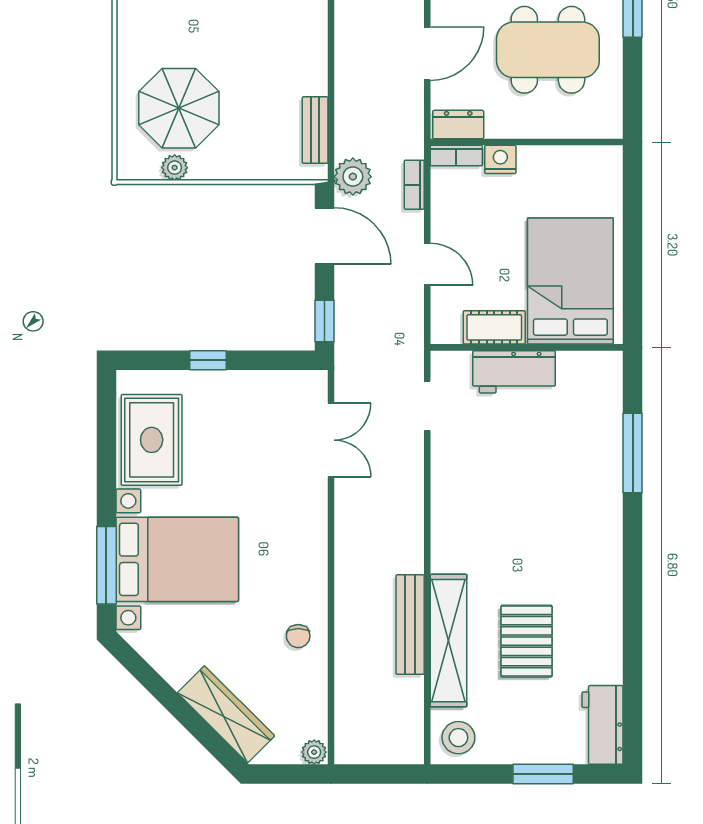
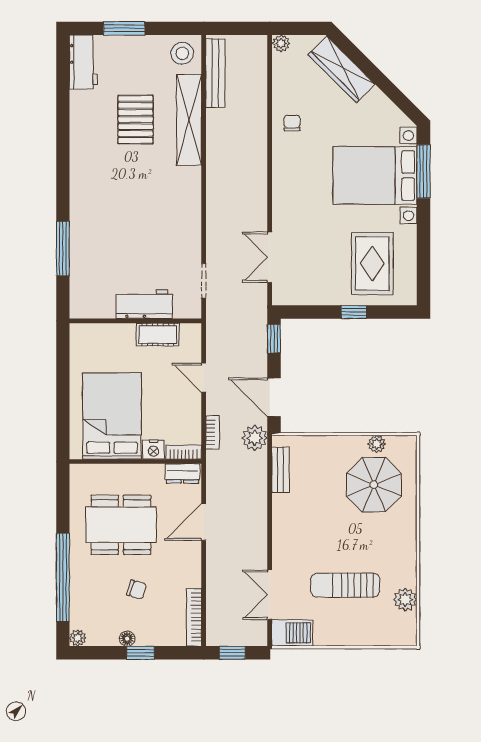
bed: (570, 281) -> (112, 416), moved, turned 180
rug: (152, 440) -> (372, 264), moved
bench: (410, 625) -> (215, 73), moved

